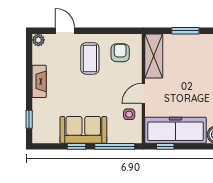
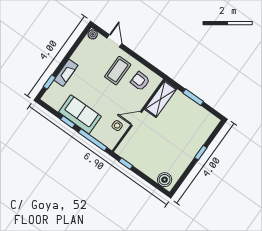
armchair: (120, 53) -> (140, 81), turned -87
fireplace: (39, 81) -> (66, 73), moved
freezer: (175, 130) -> (140, 158), removed

